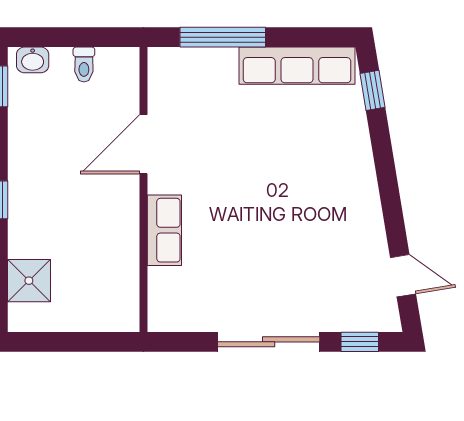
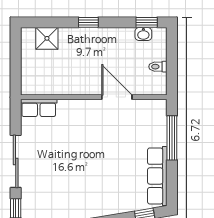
washbasin: (33, 60) -> (143, 34), moved, turned -90
row of seats: (164, 230) -> (39, 108), moved

